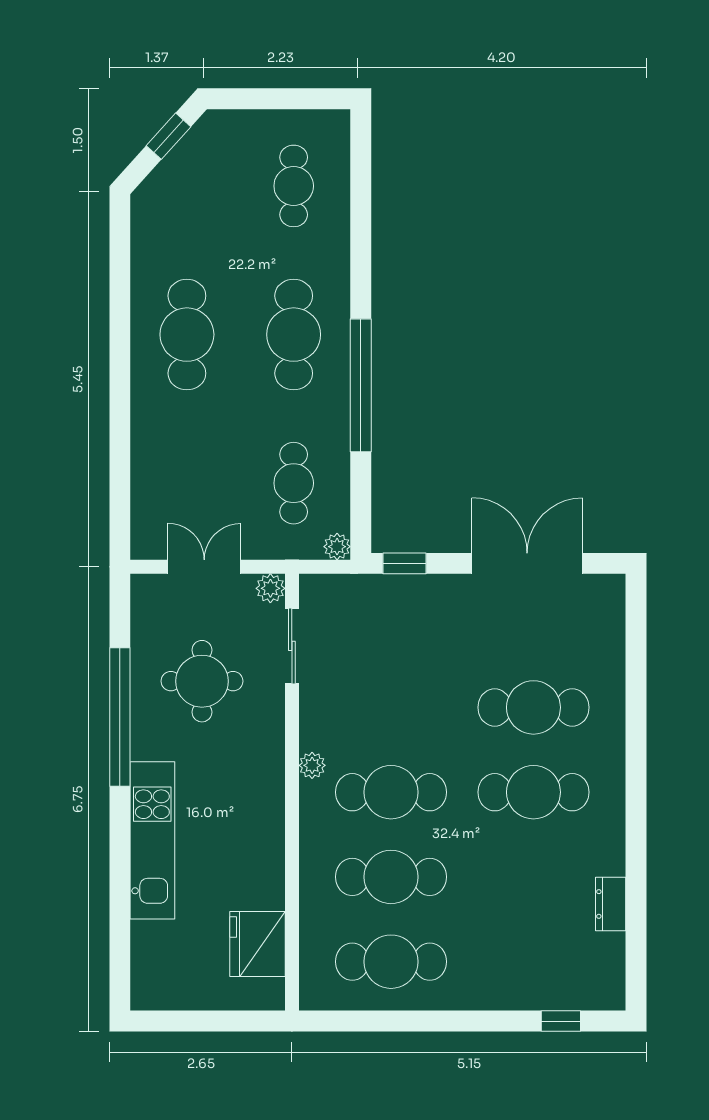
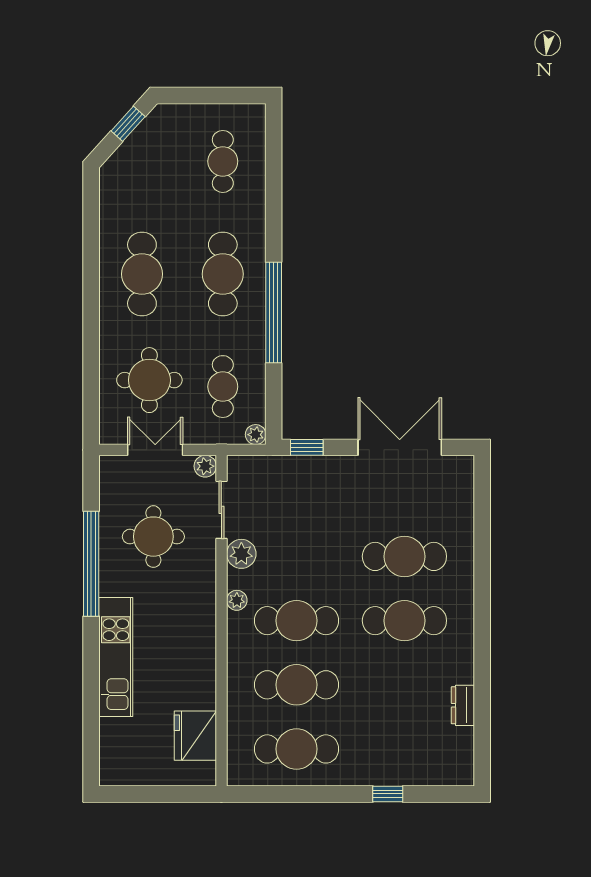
round table: (197, 475) -> (149, 380), added
plant: (318, 704) -> (241, 554), added
window: (561, 1021) -> (388, 794), moved

